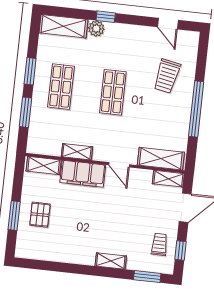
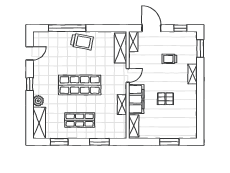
window: (106, 17) -> (30, 84), moved
window: (30, 71) -> (59, 142), moved
trolley: (167, 76) -> (82, 42), moved
shop shelf: (113, 92) -> (80, 85), width x1.43, depth x1.36
window: (196, 109) -> (67, 28), moved
pallet: (40, 215) -> (165, 99), moved
trolley: (159, 244) -> (169, 59), moved

